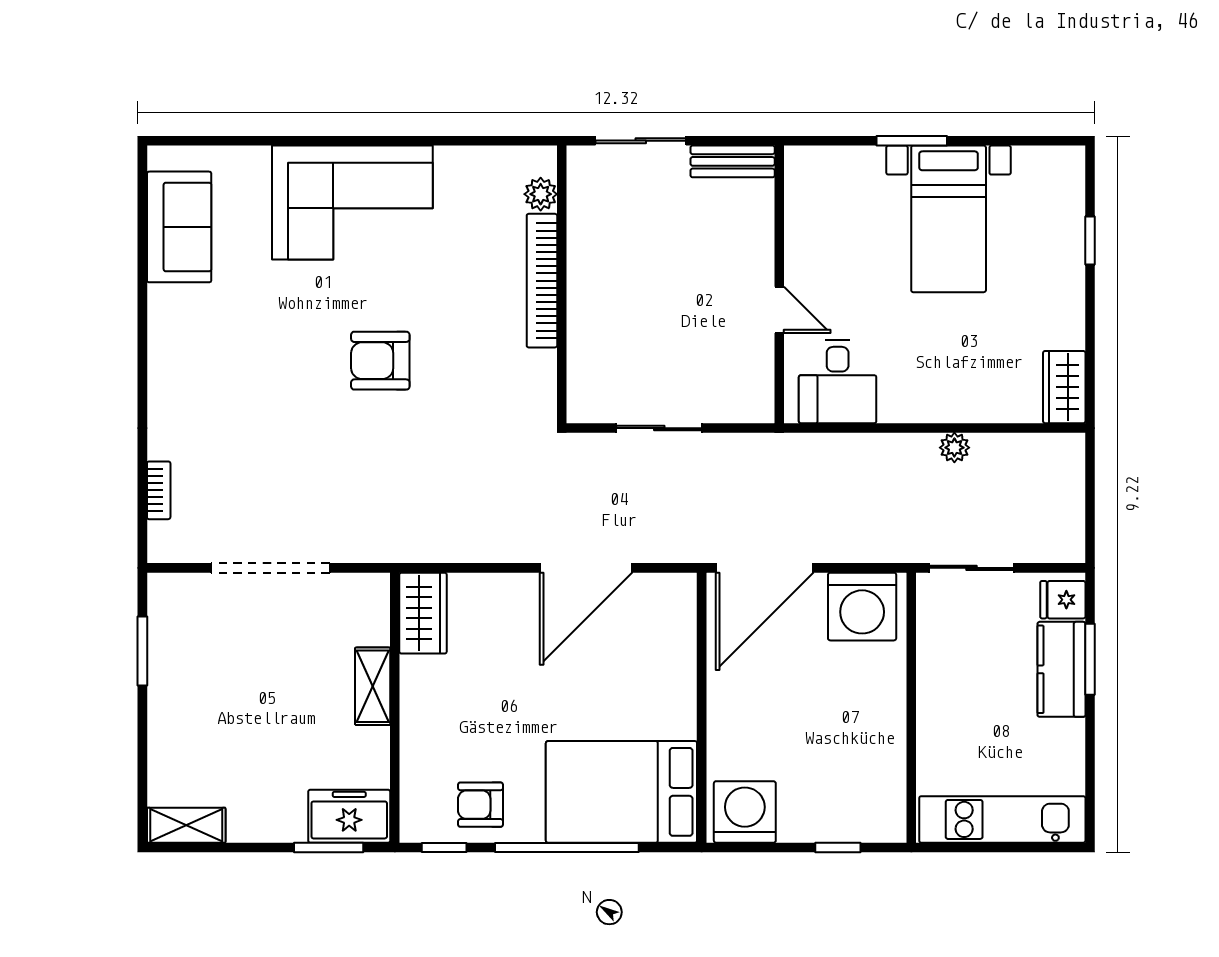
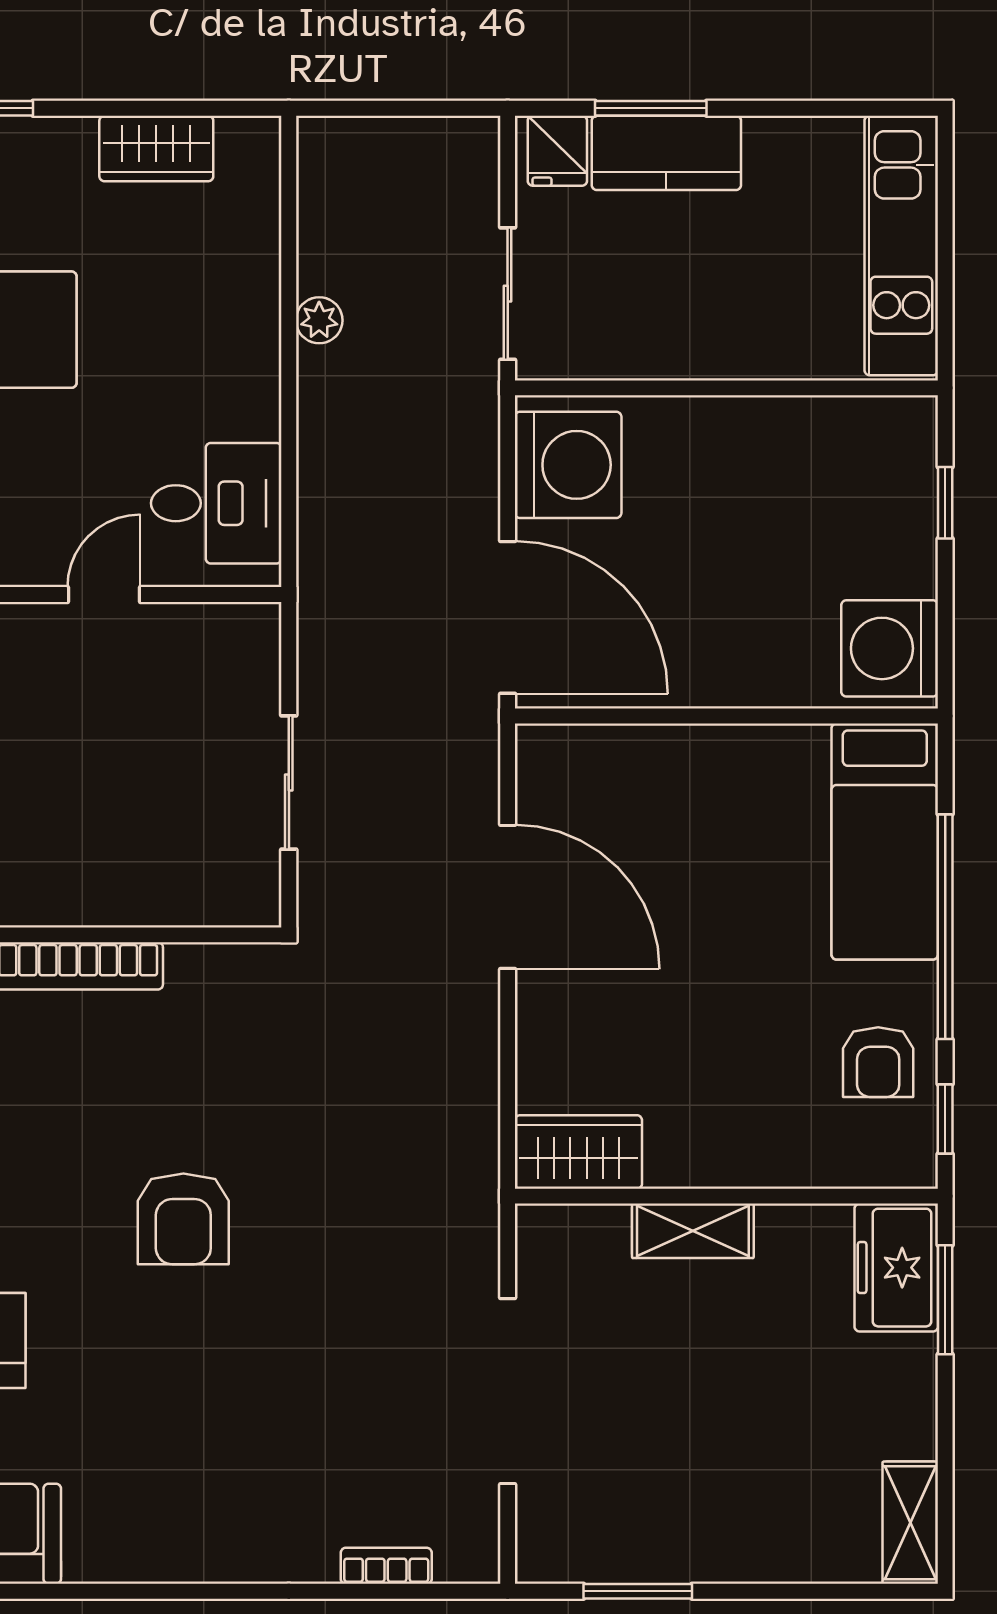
wardrobe: (1064, 387) -> (156, 148), moved
bed: (621, 792) -> (885, 841), width x0.67

